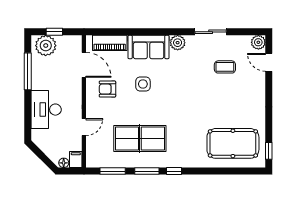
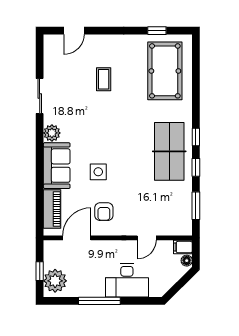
plant: (258, 42) -> (51, 42), removed
coffee table: (225, 67) -> (104, 79), moved
window: (28, 71) -> (99, 301), moved
door: (84, 127) -> (147, 238), swing flipped
table tennis table: (140, 138) -> (169, 151), moved
window: (269, 151) -> (157, 31), moved
window: (147, 171) -> (196, 167), width x0.67

